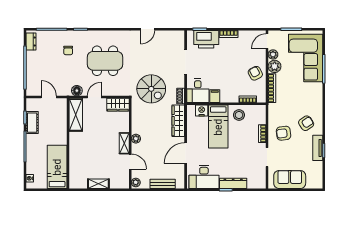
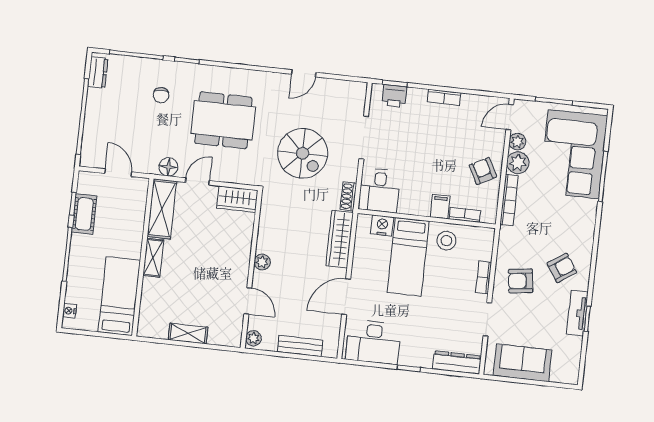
printer: (206, 39) -> (394, 96), width x0.53, depth x0.68
spiral stairs: (151, 89) -> (303, 153), moved
filing cabinet: (215, 96) -> (440, 207), moved
shelving: (124, 143) -> (153, 258), moved
dresser: (233, 183) -> (457, 362), moved

